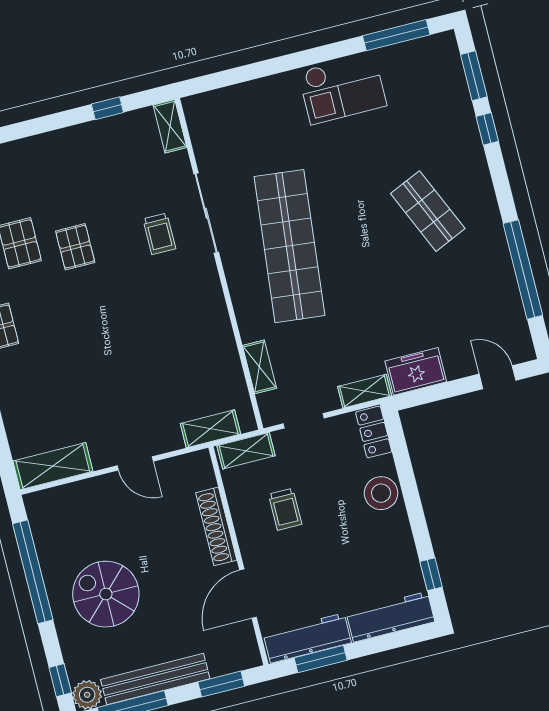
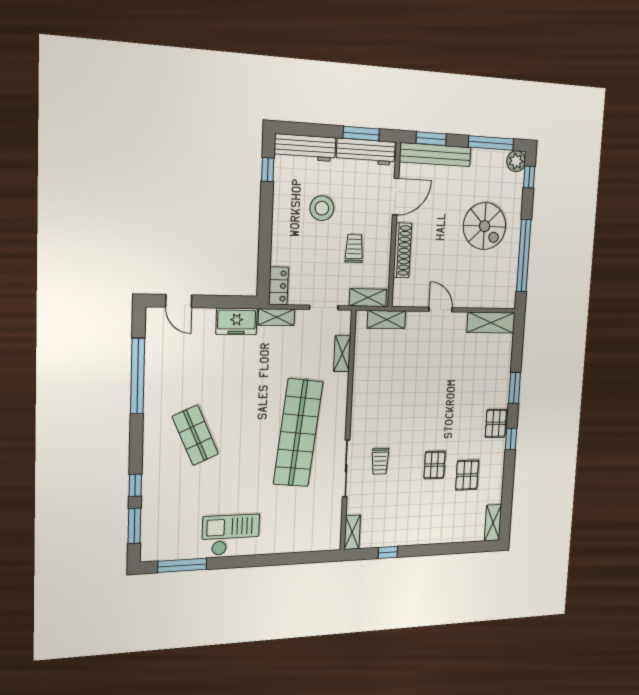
trolley: (159, 234) -> (380, 461), turned 180
stool: (381, 493) -> (322, 208), moved
bench: (155, 679) -> (435, 155), moved

